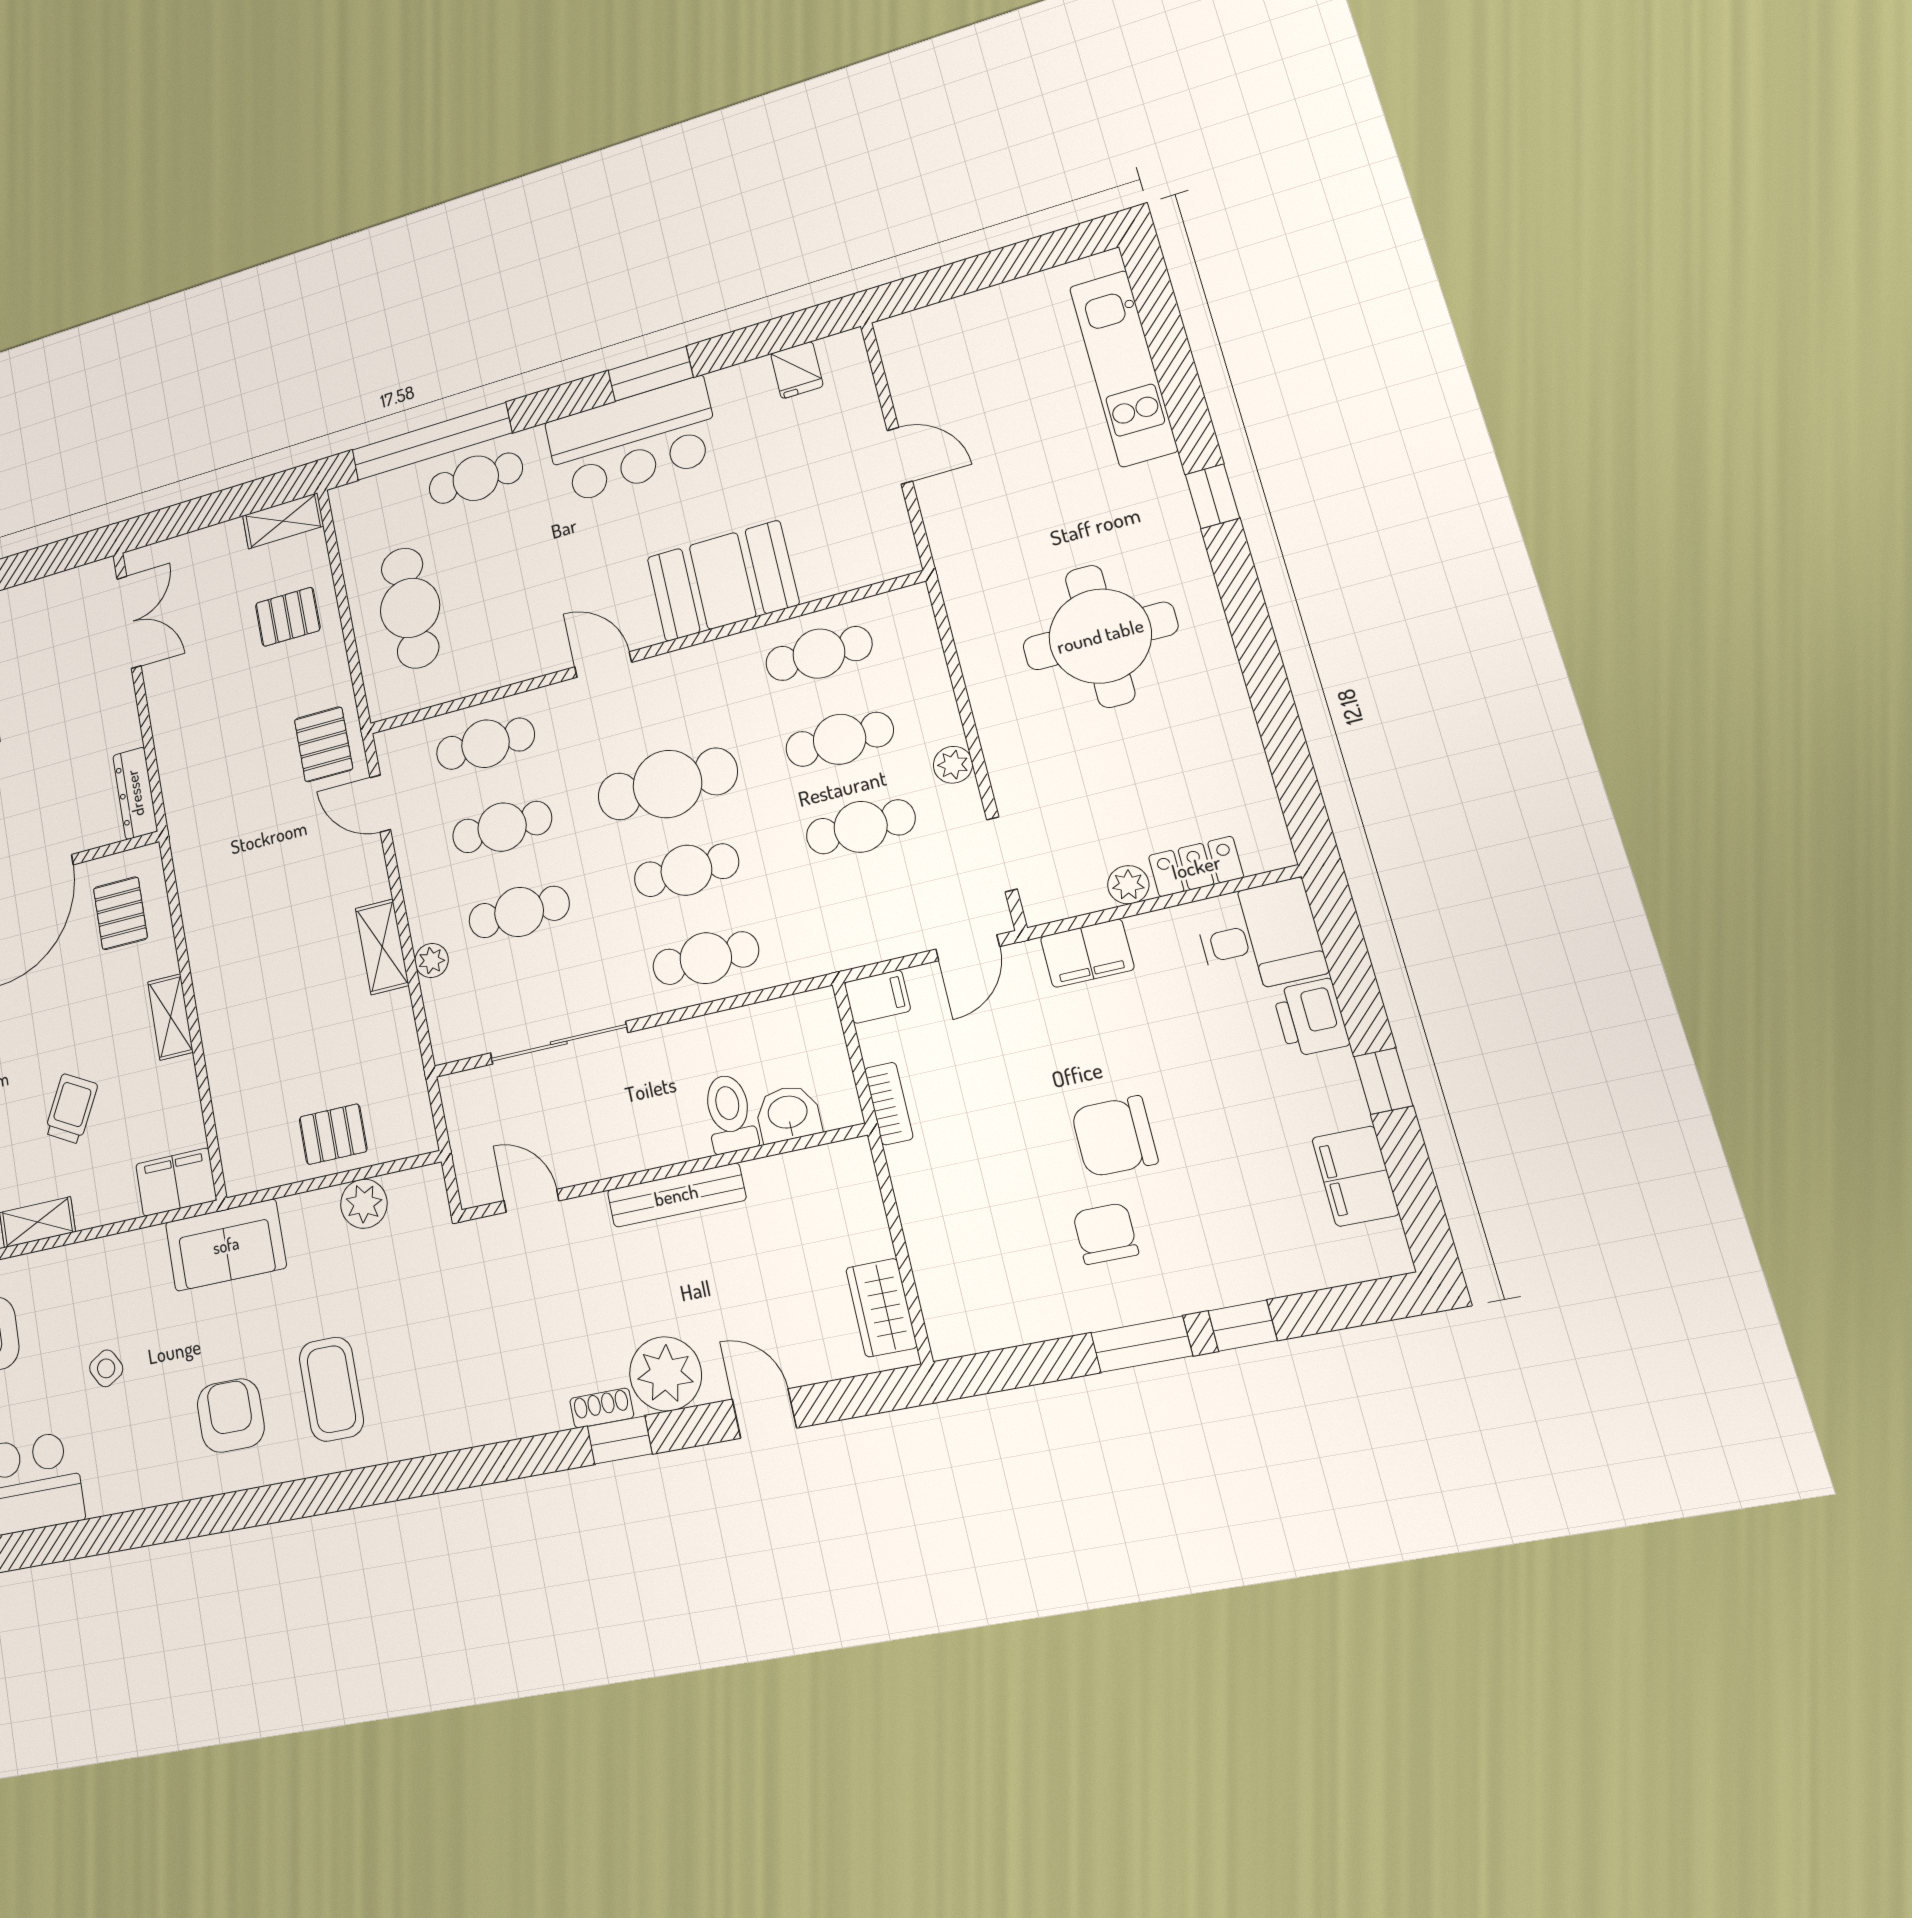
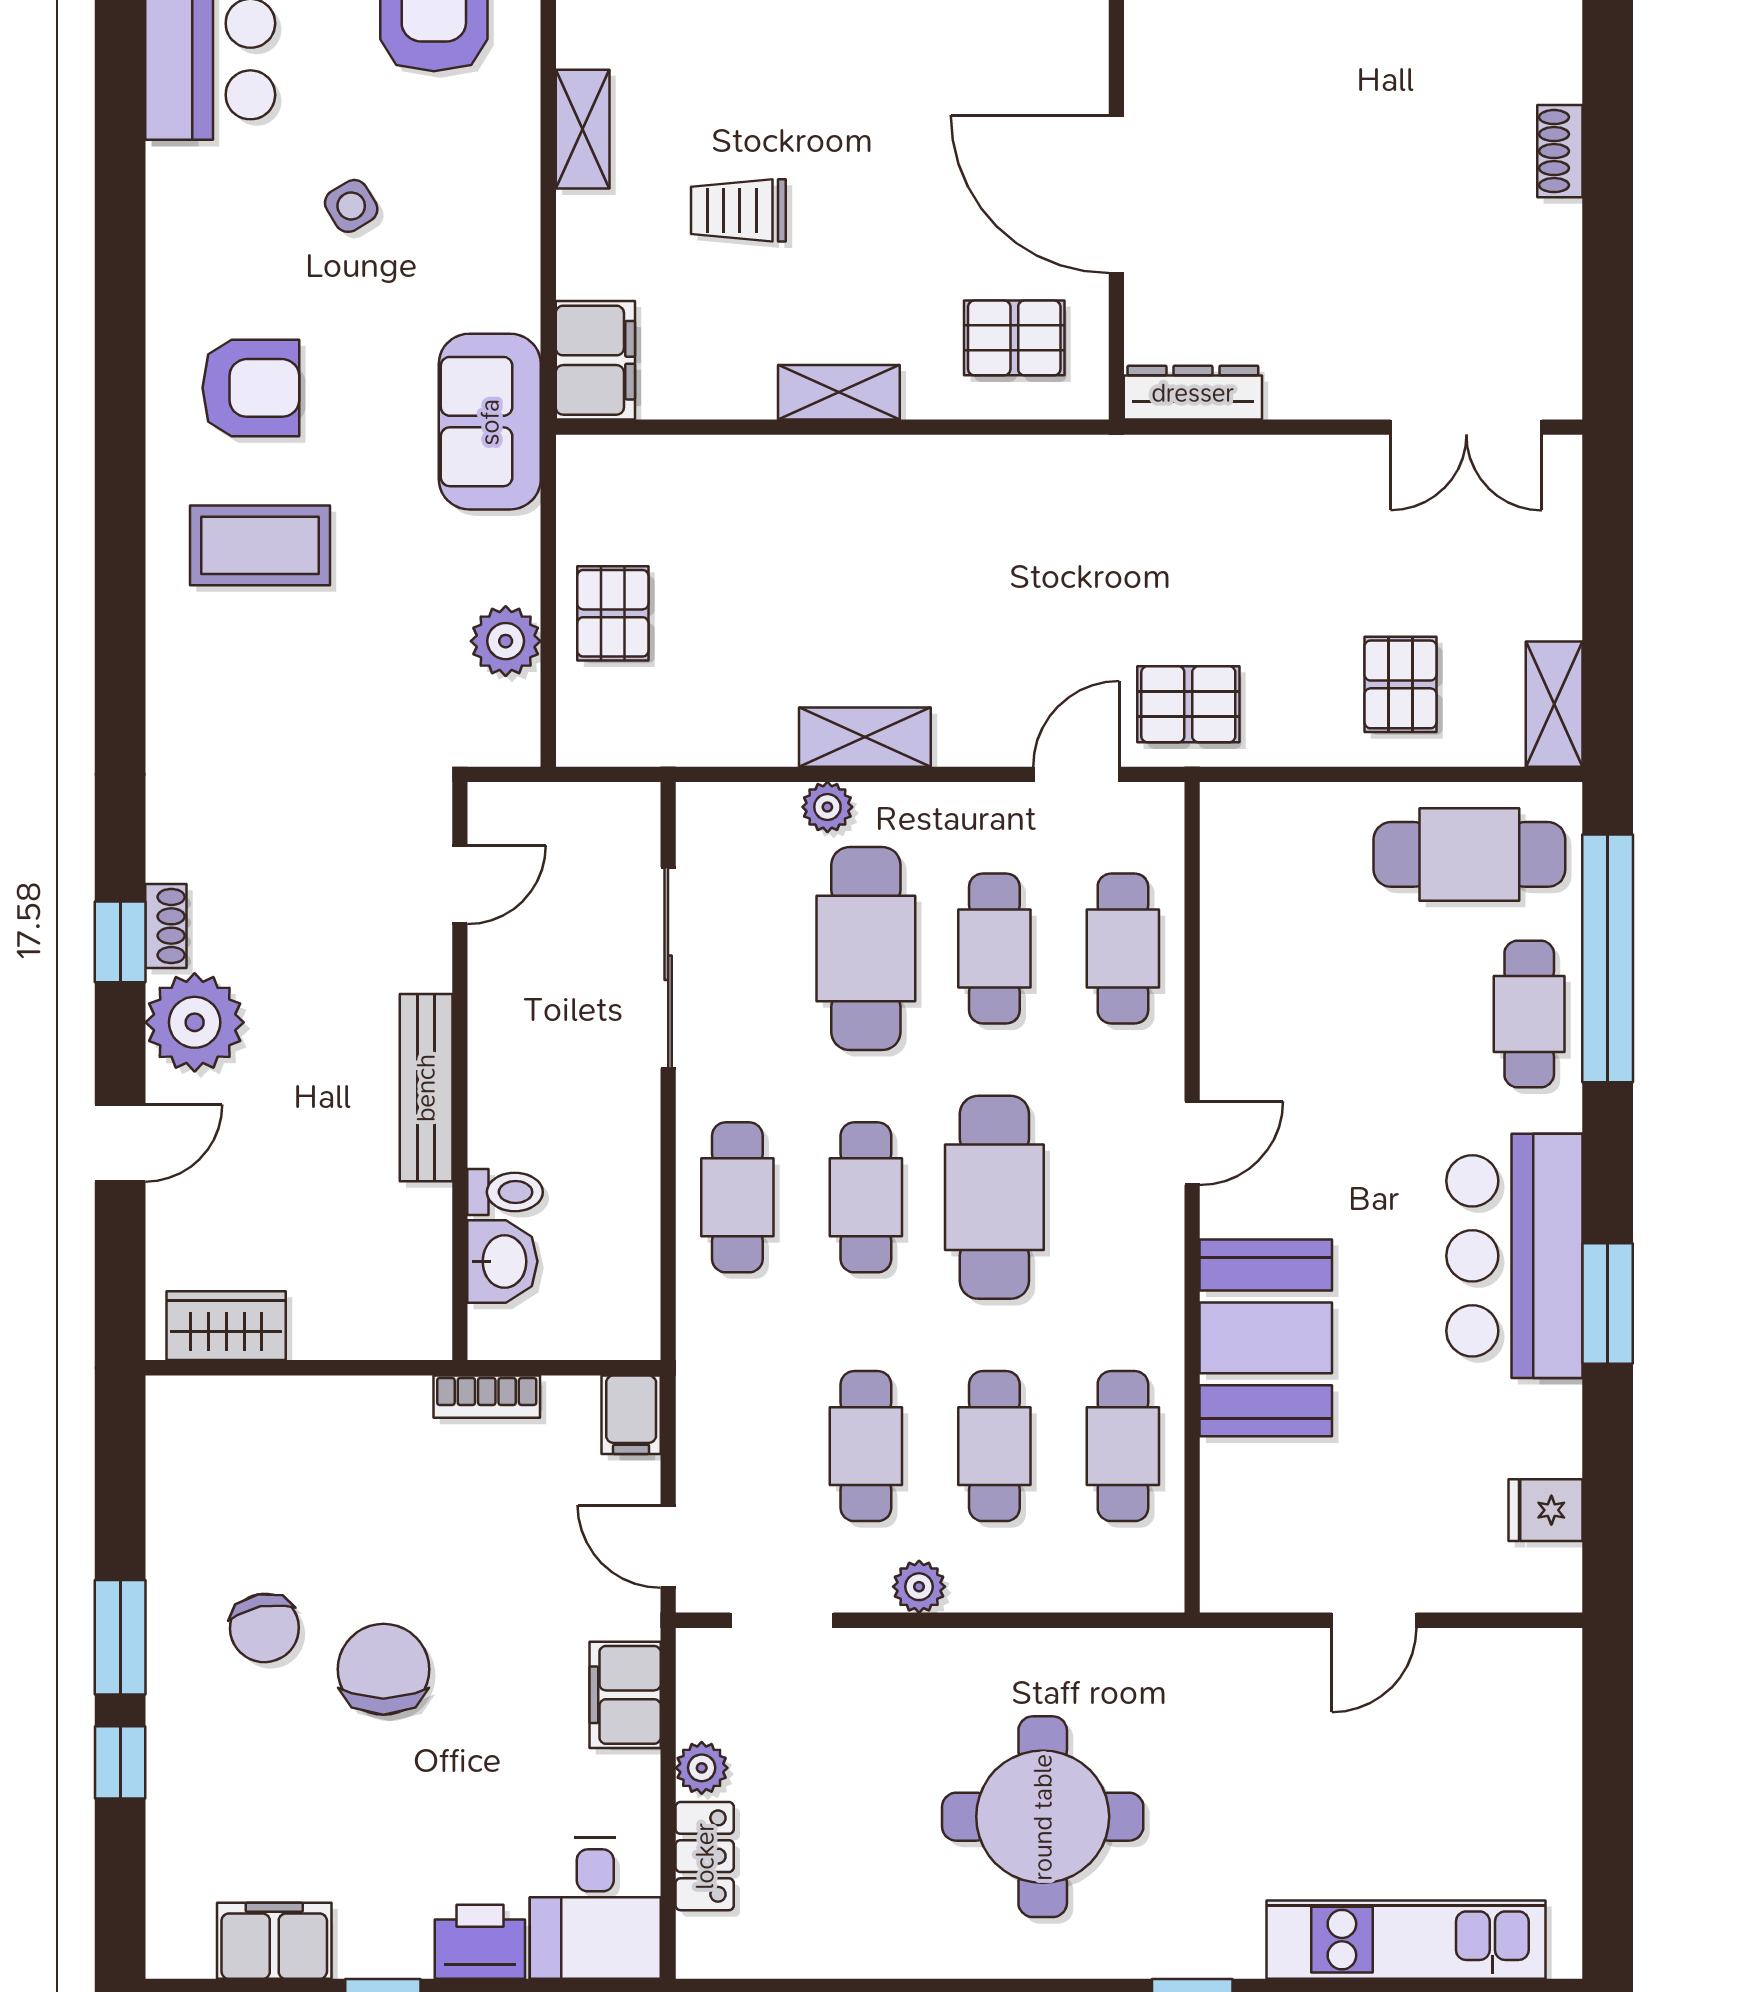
cafe table: (410, 608) -> (1469, 854), moved
cafe table: (519, 912) -> (866, 949), width x1.37, depth x1.35
trolley: (71, 1109) -> (738, 210), turned 152
toilet: (730, 1113) -> (505, 1192), width x0.73, depth x0.72
chair: (1105, 1233) -> (264, 1628), turned 79

